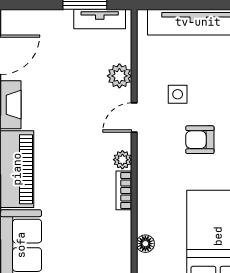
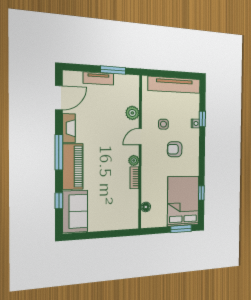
tv unit: (100, 19) -> (98, 78), moved

